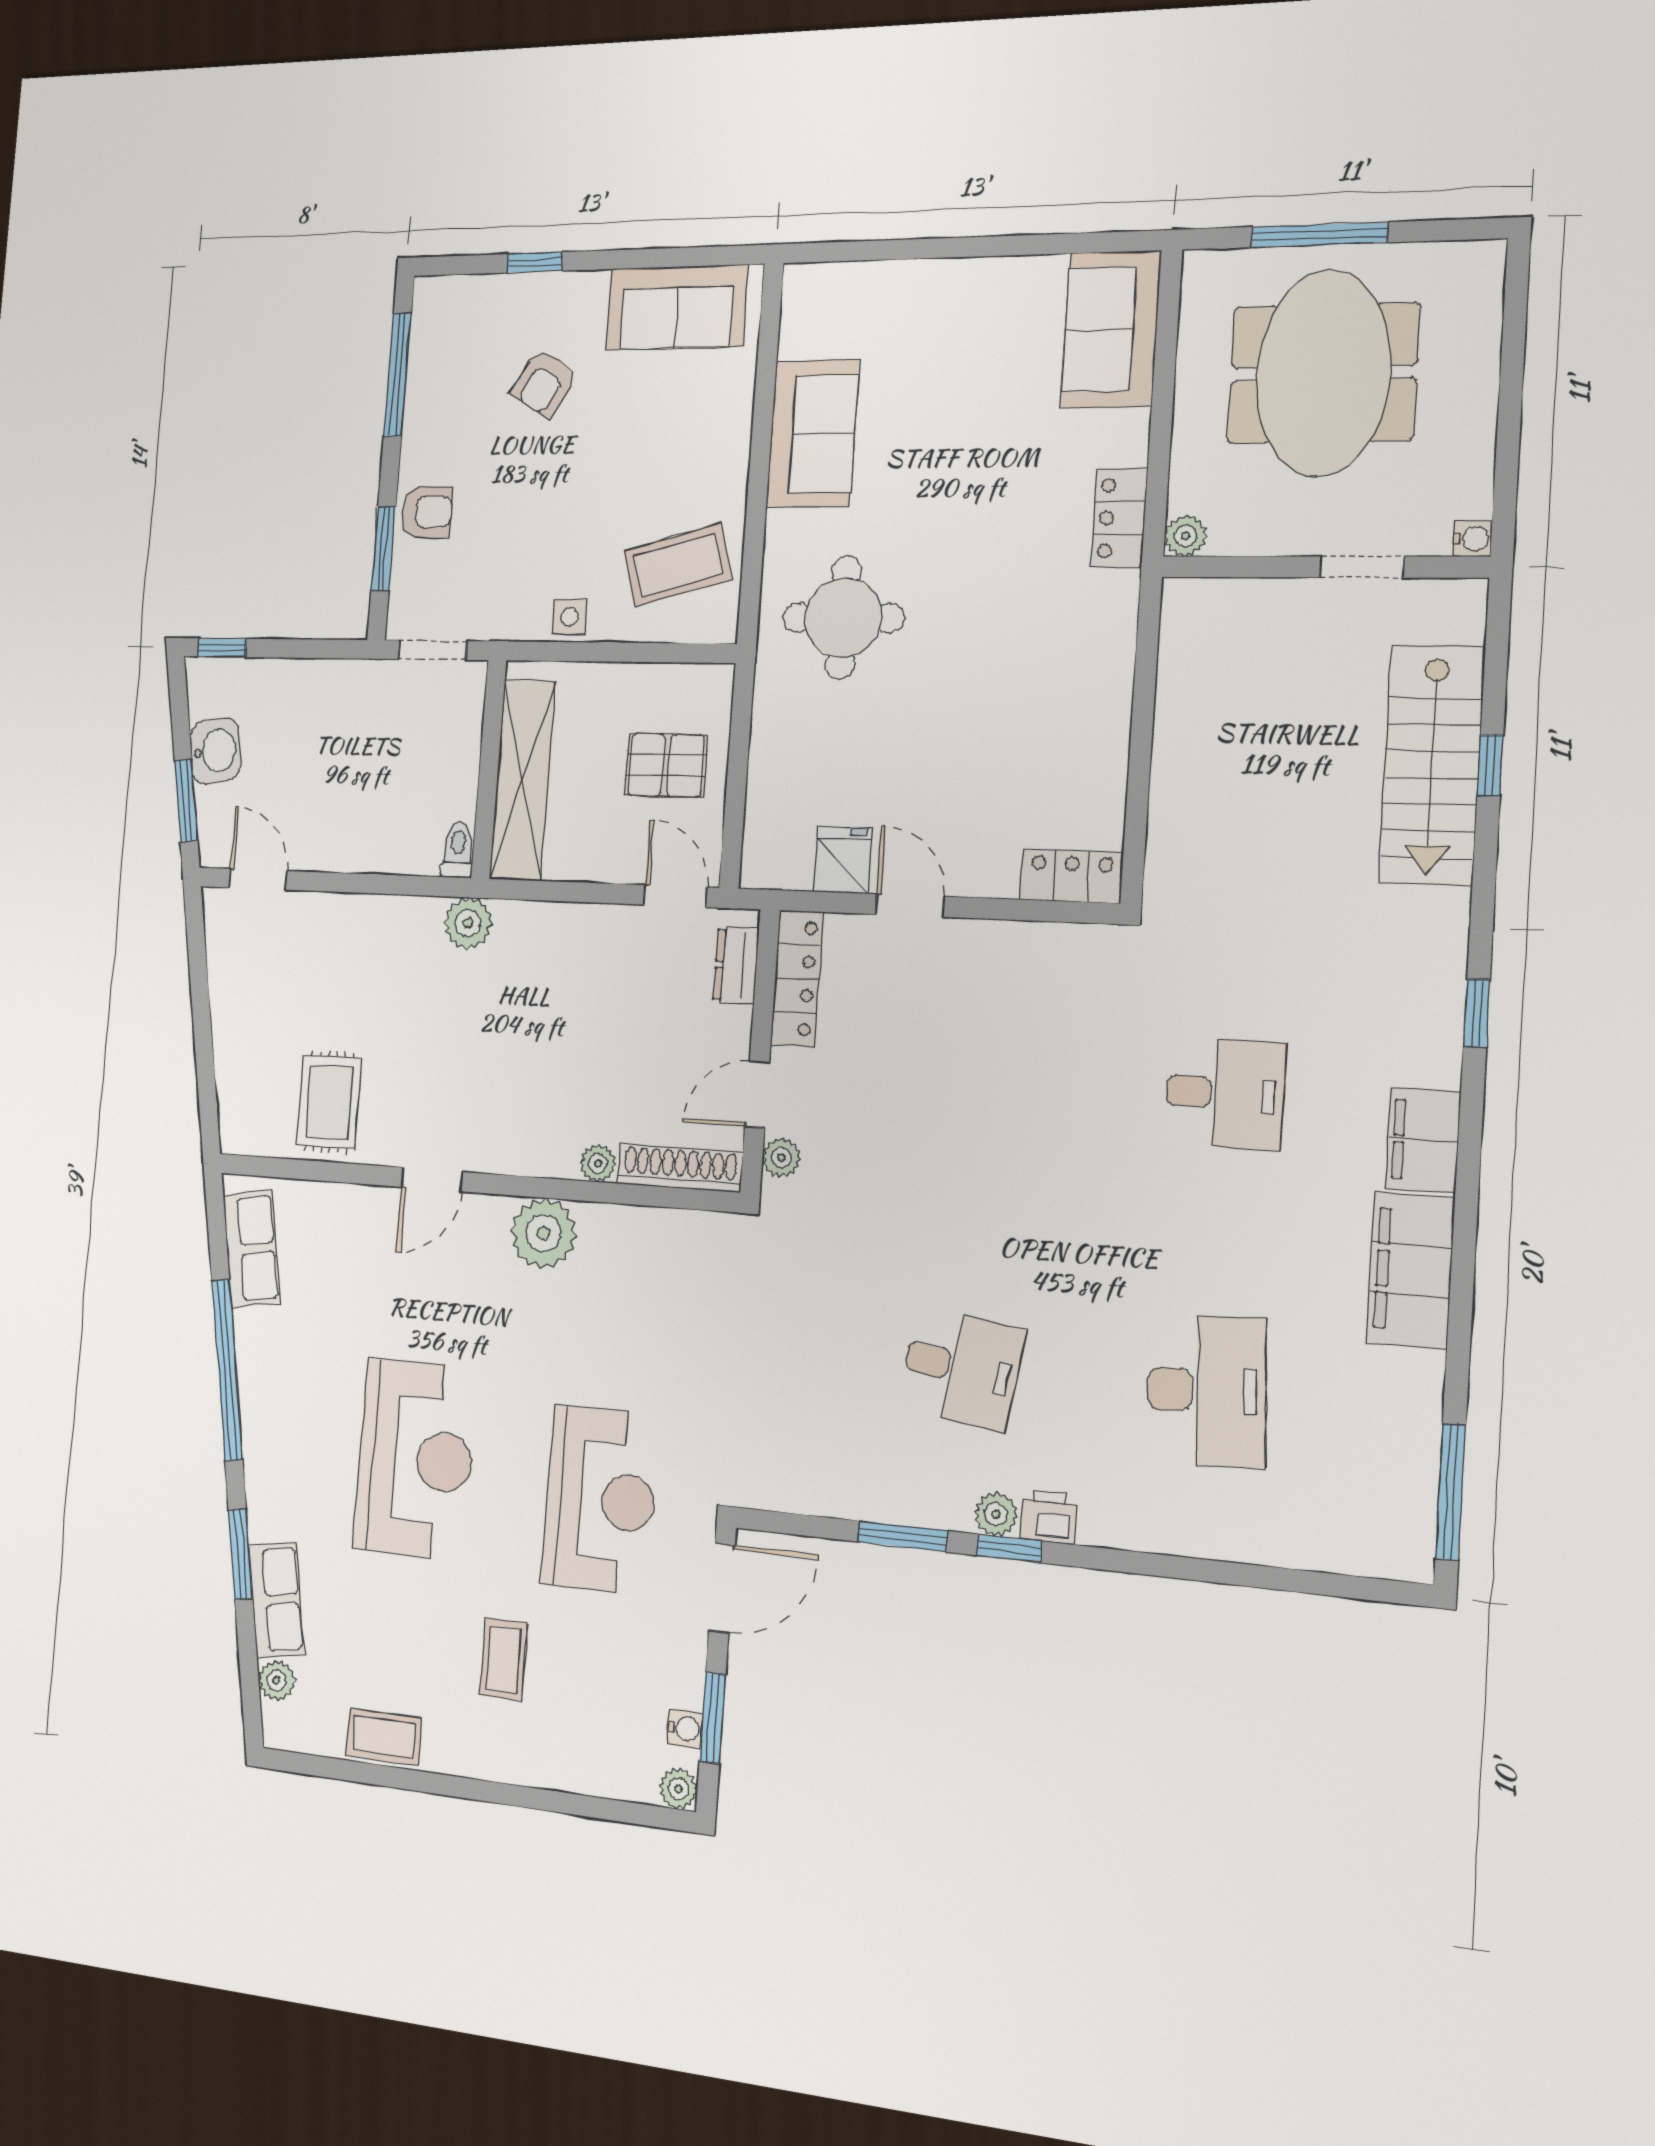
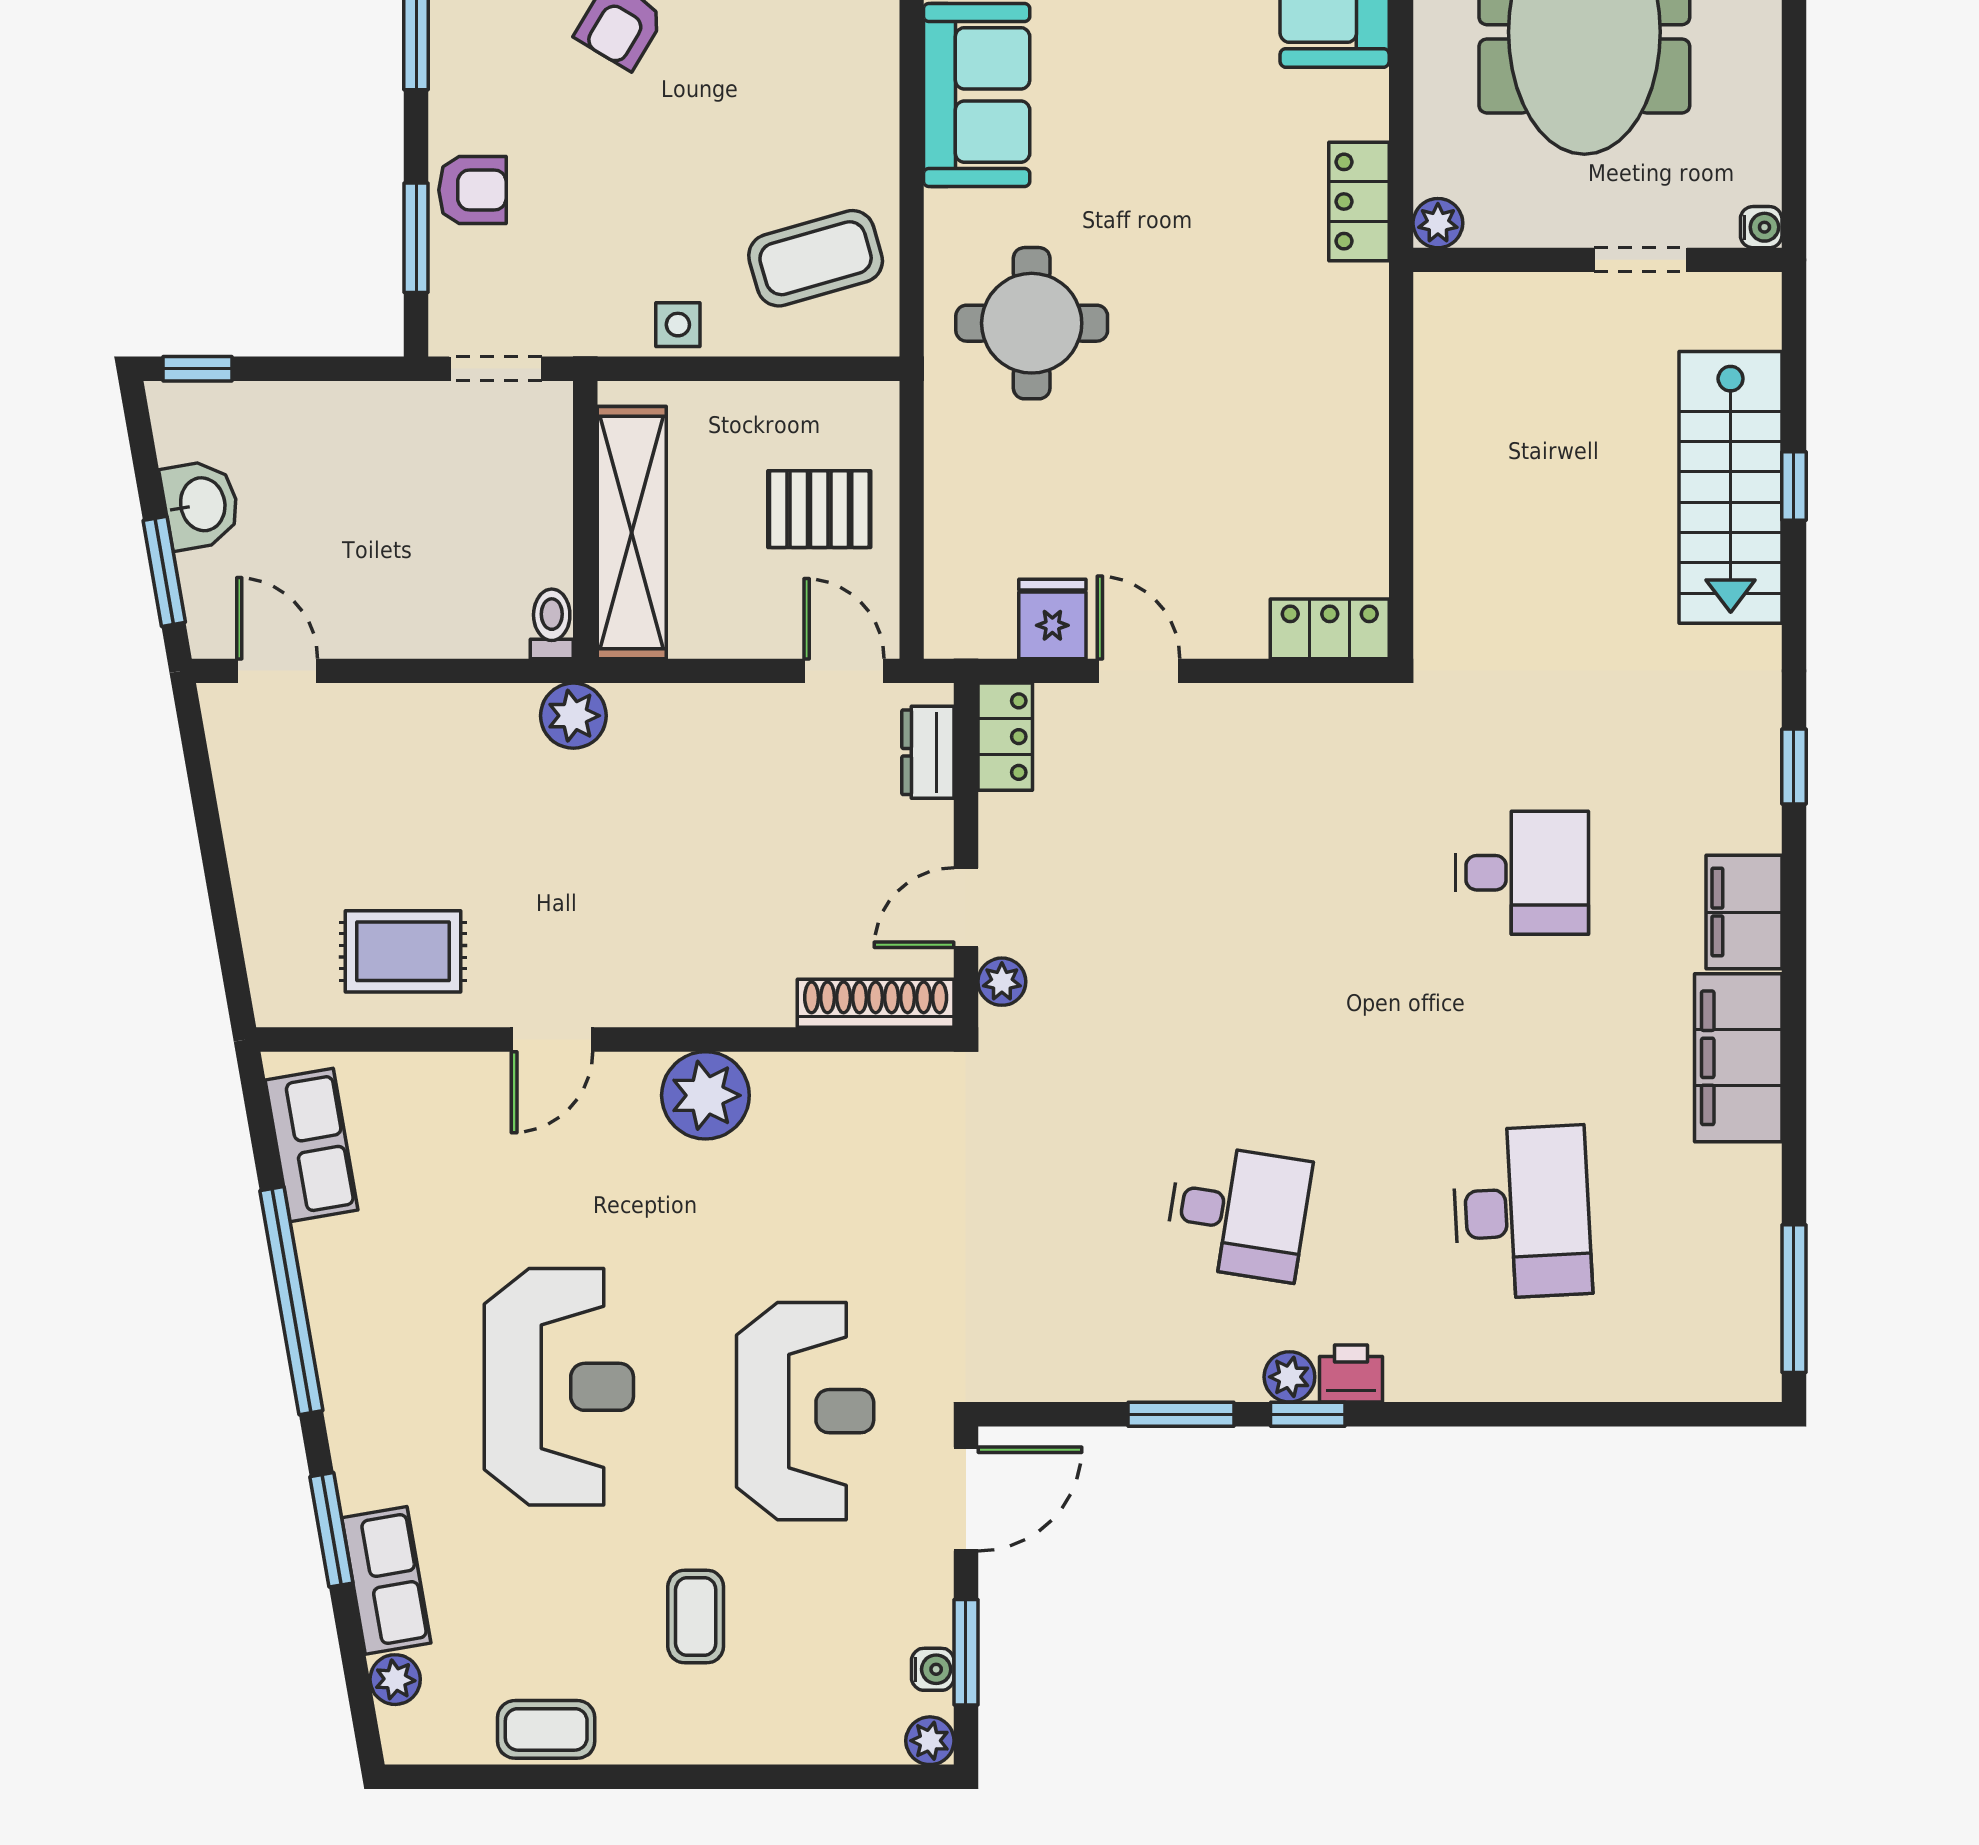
locker: (797, 978) -> (1005, 737), width x0.66
rug: (329, 1102) -> (403, 951), turned 90
plant: (598, 1163) -> (770, 1005), removed

